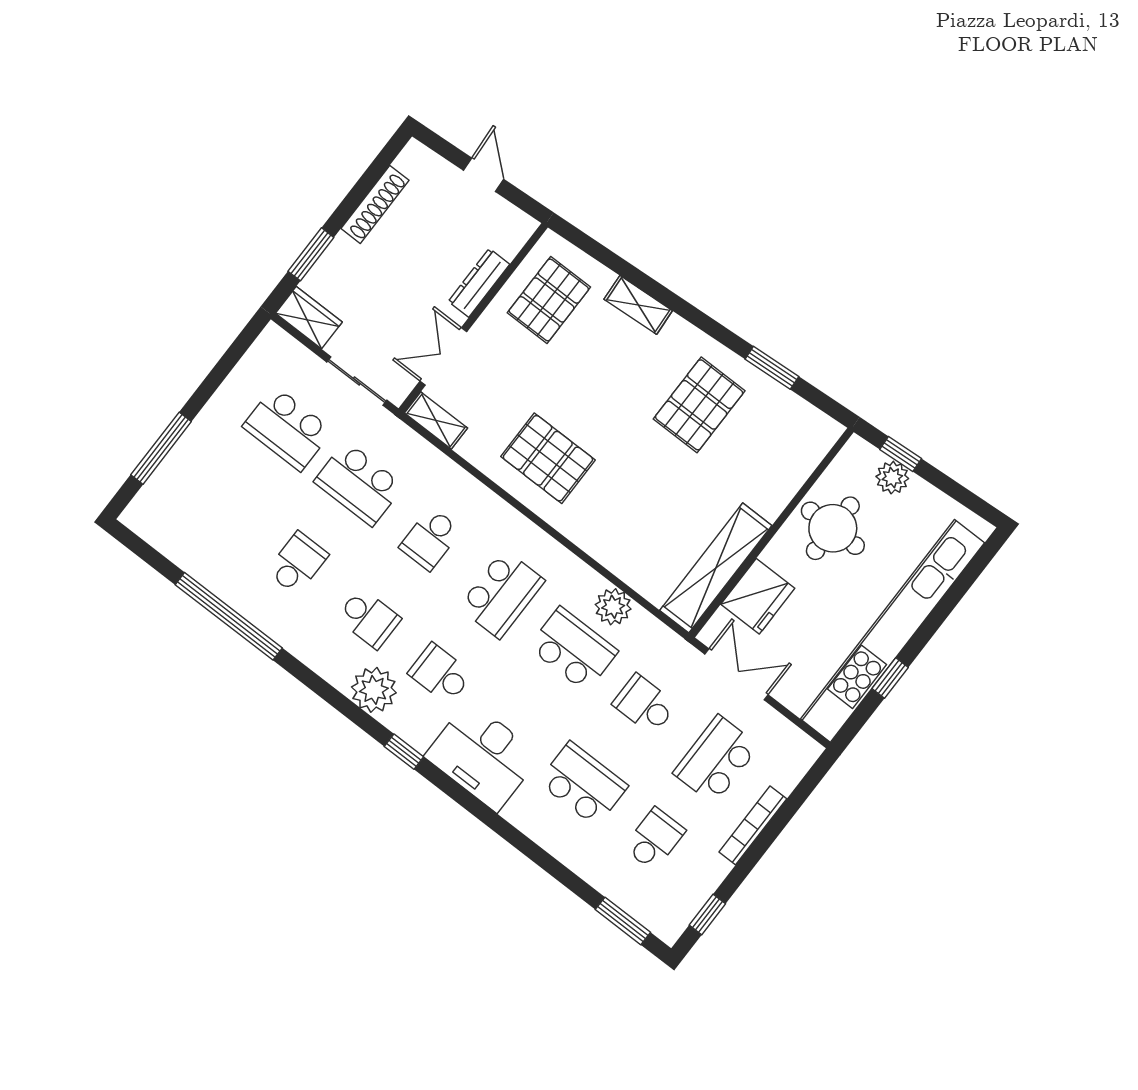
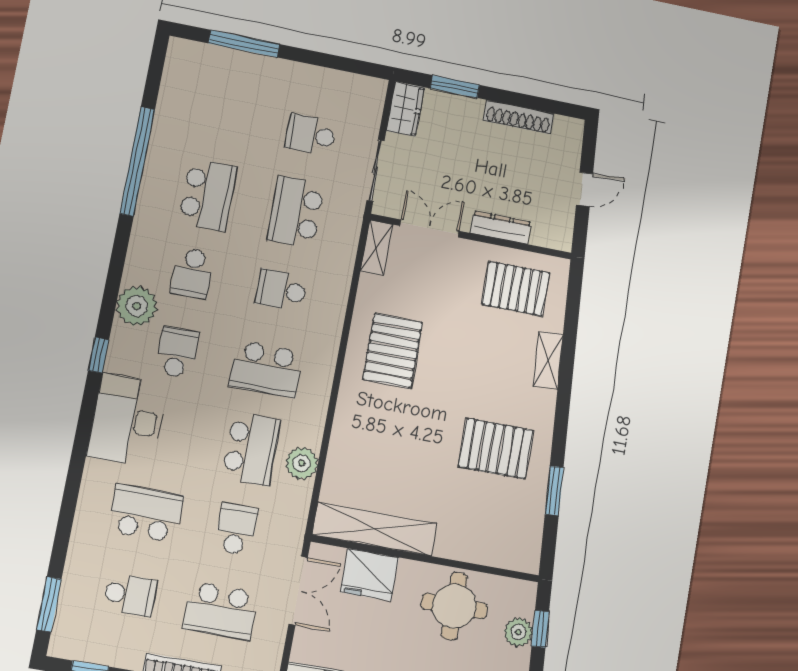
school desk: (287, 428) -> (310, 135), width x0.54
school desk: (297, 563) -> (208, 195), width x1.85
school desk: (716, 760) -> (221, 611), turned 180
school desk: (583, 784) -> (146, 513), turned -90

